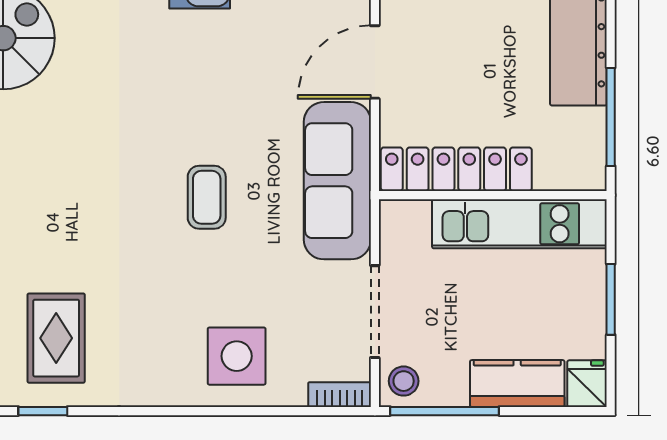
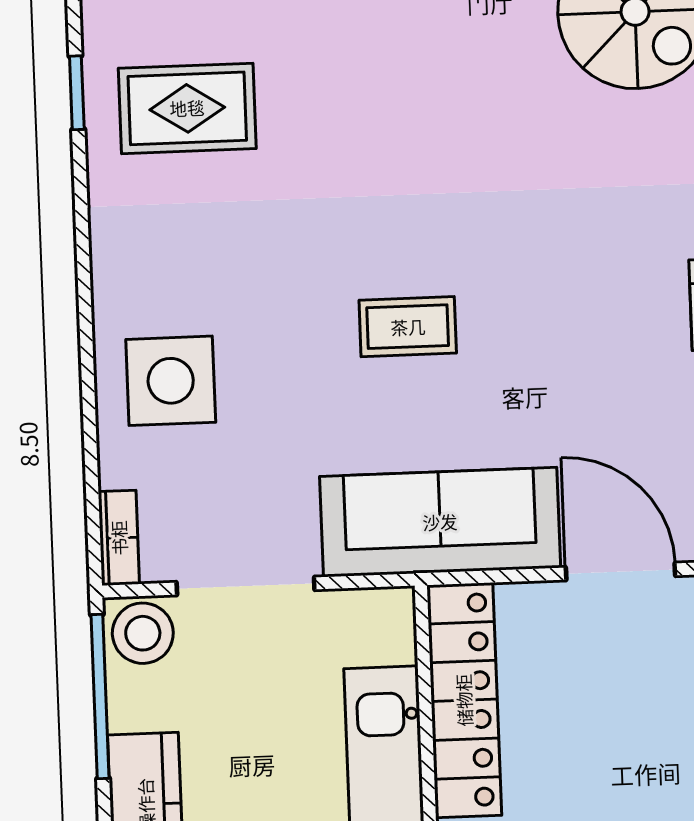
stool: (404, 381) -> (143, 633), width x1.37, depth x1.37

